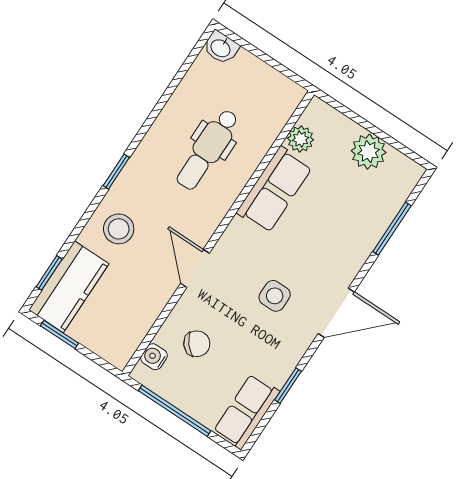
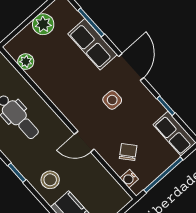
row of seats: (274, 190) -> (92, 44), moved, turned 180

